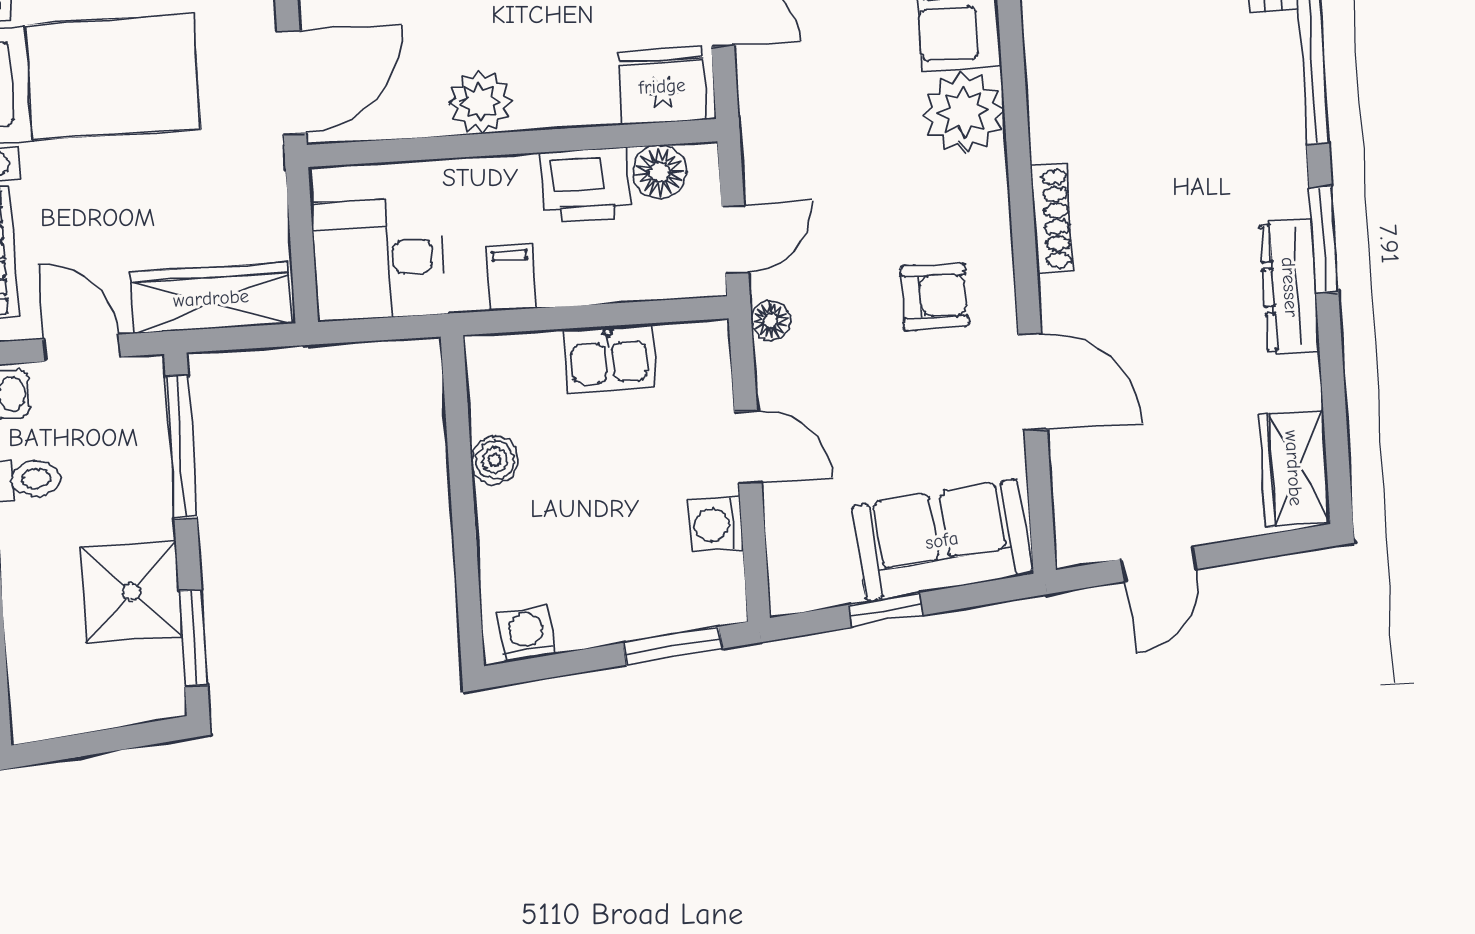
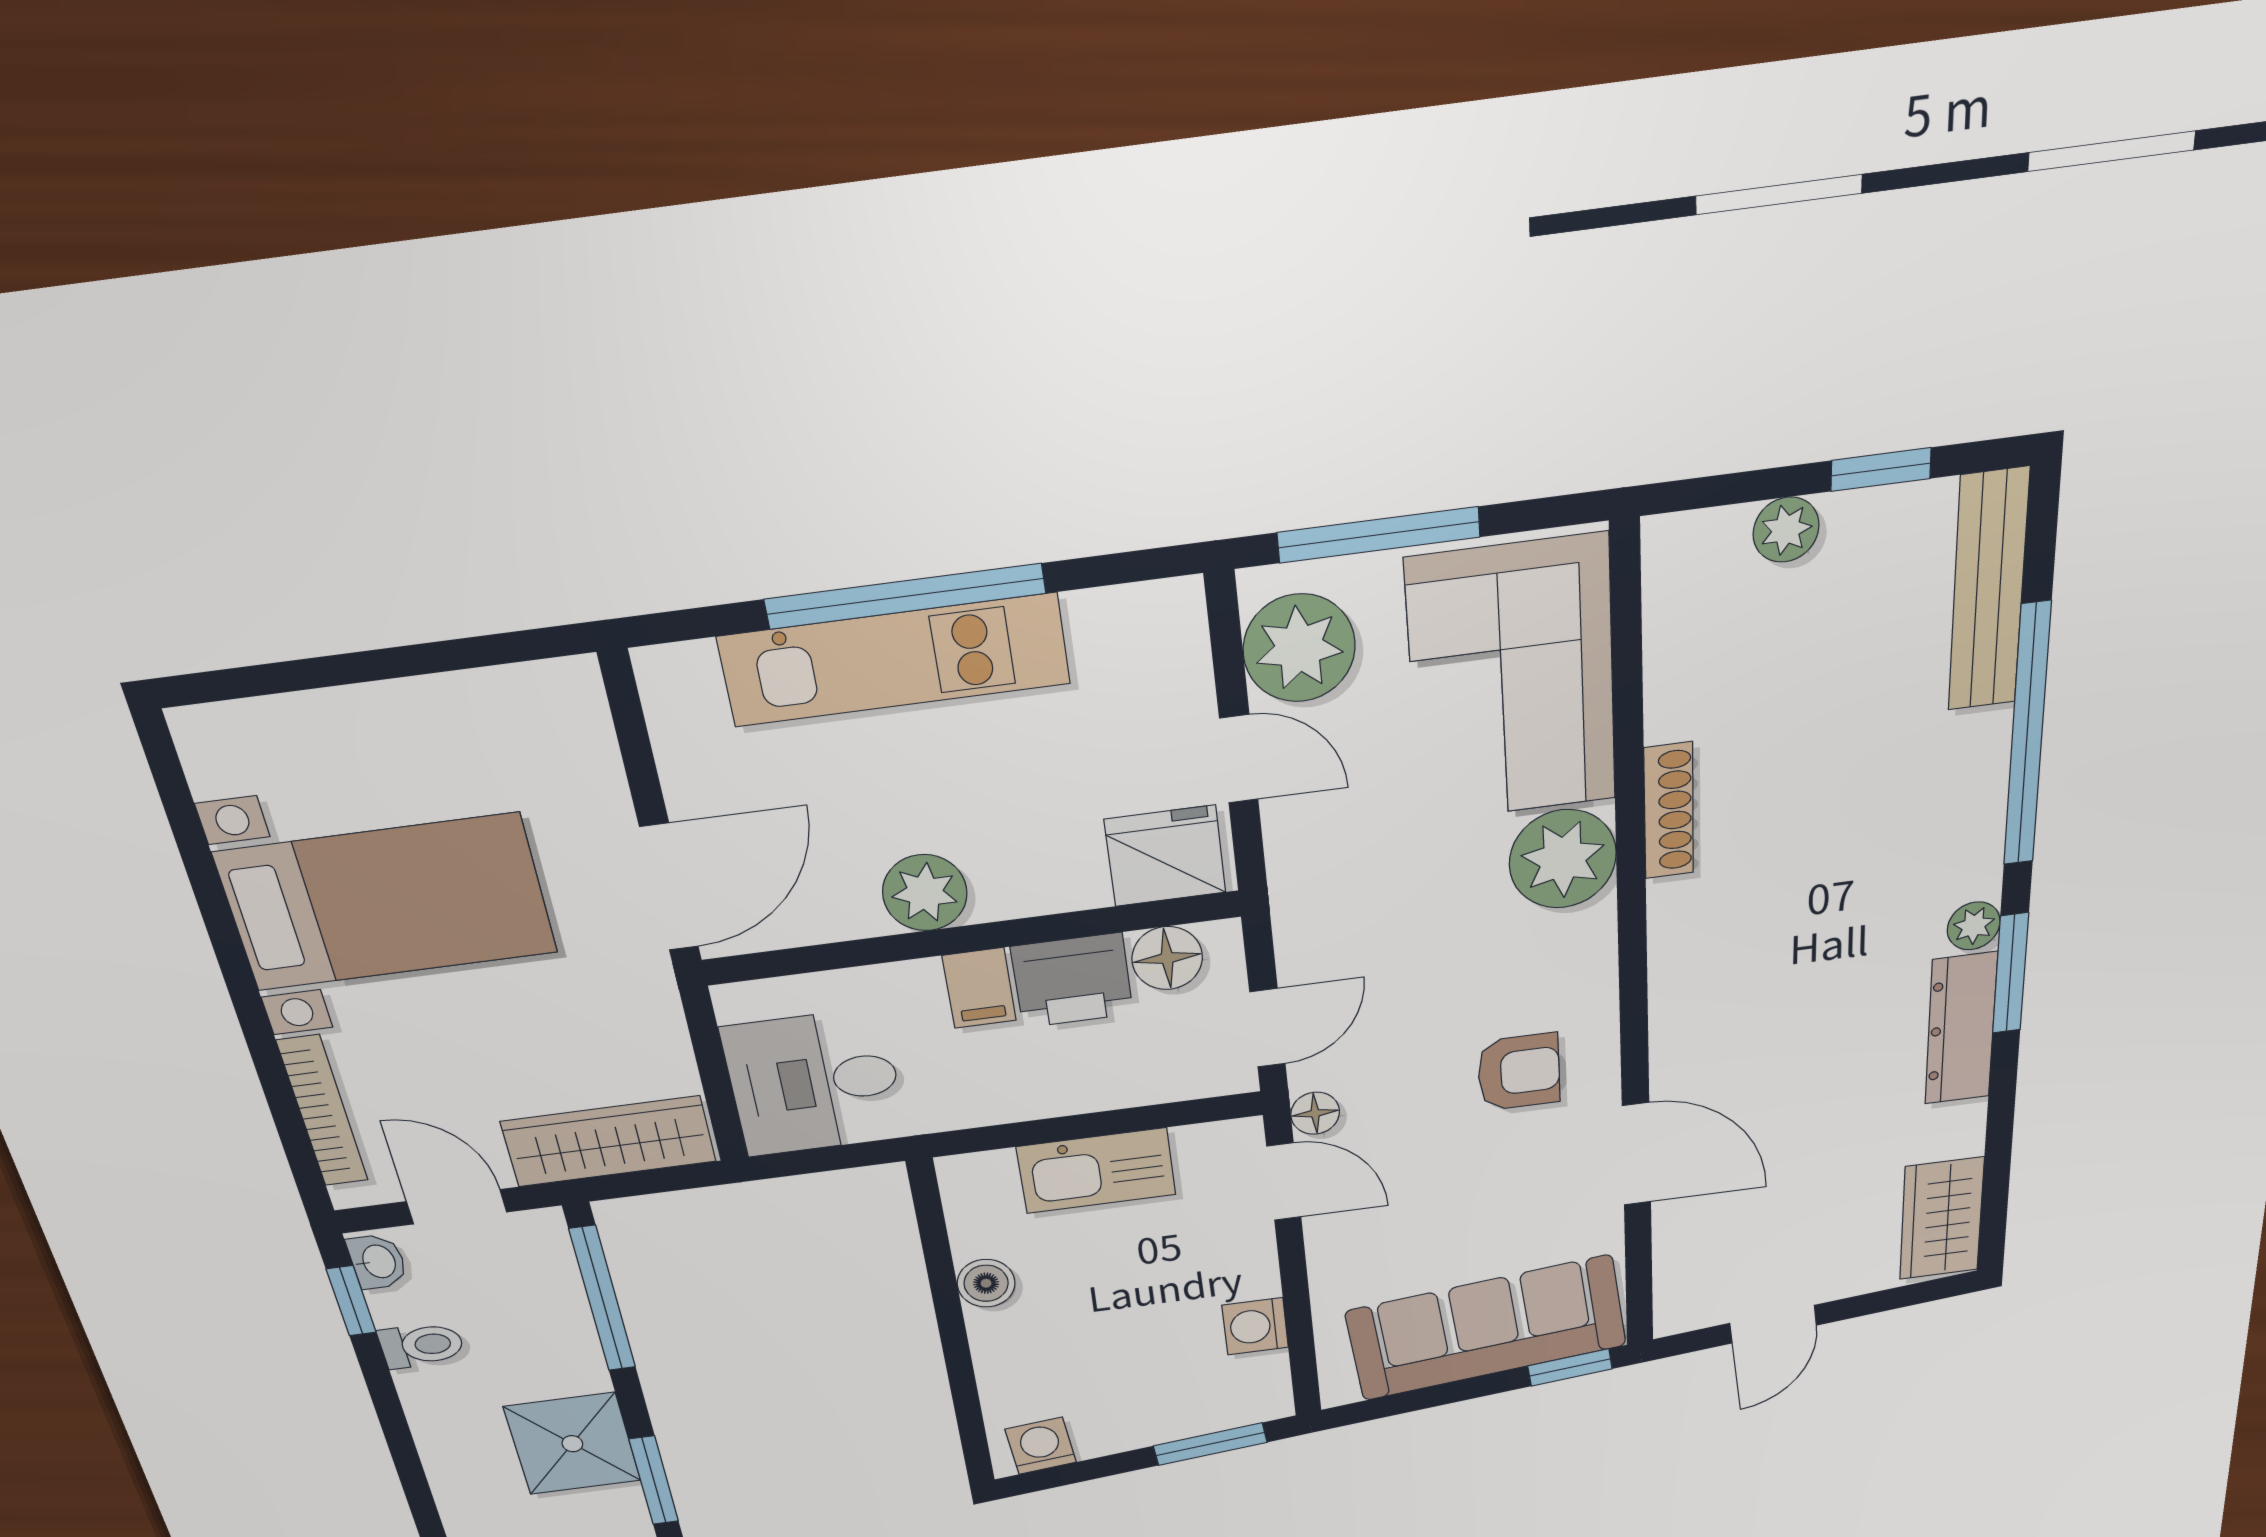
plant: (1289, 195) -> (1974, 926), added
shoe rack: (1052, 219) -> (1669, 811), moved
filing cabinet: (511, 278) -> (979, 988), moved, turned 180
kitchen sink: (609, 358) -> (1096, 1171), width x1.38
door: (748, 447) -> (1284, 1182), moved
sofa: (942, 540) -> (1486, 1328), width x1.36
window: (886, 610) -> (1570, 1367), moved

